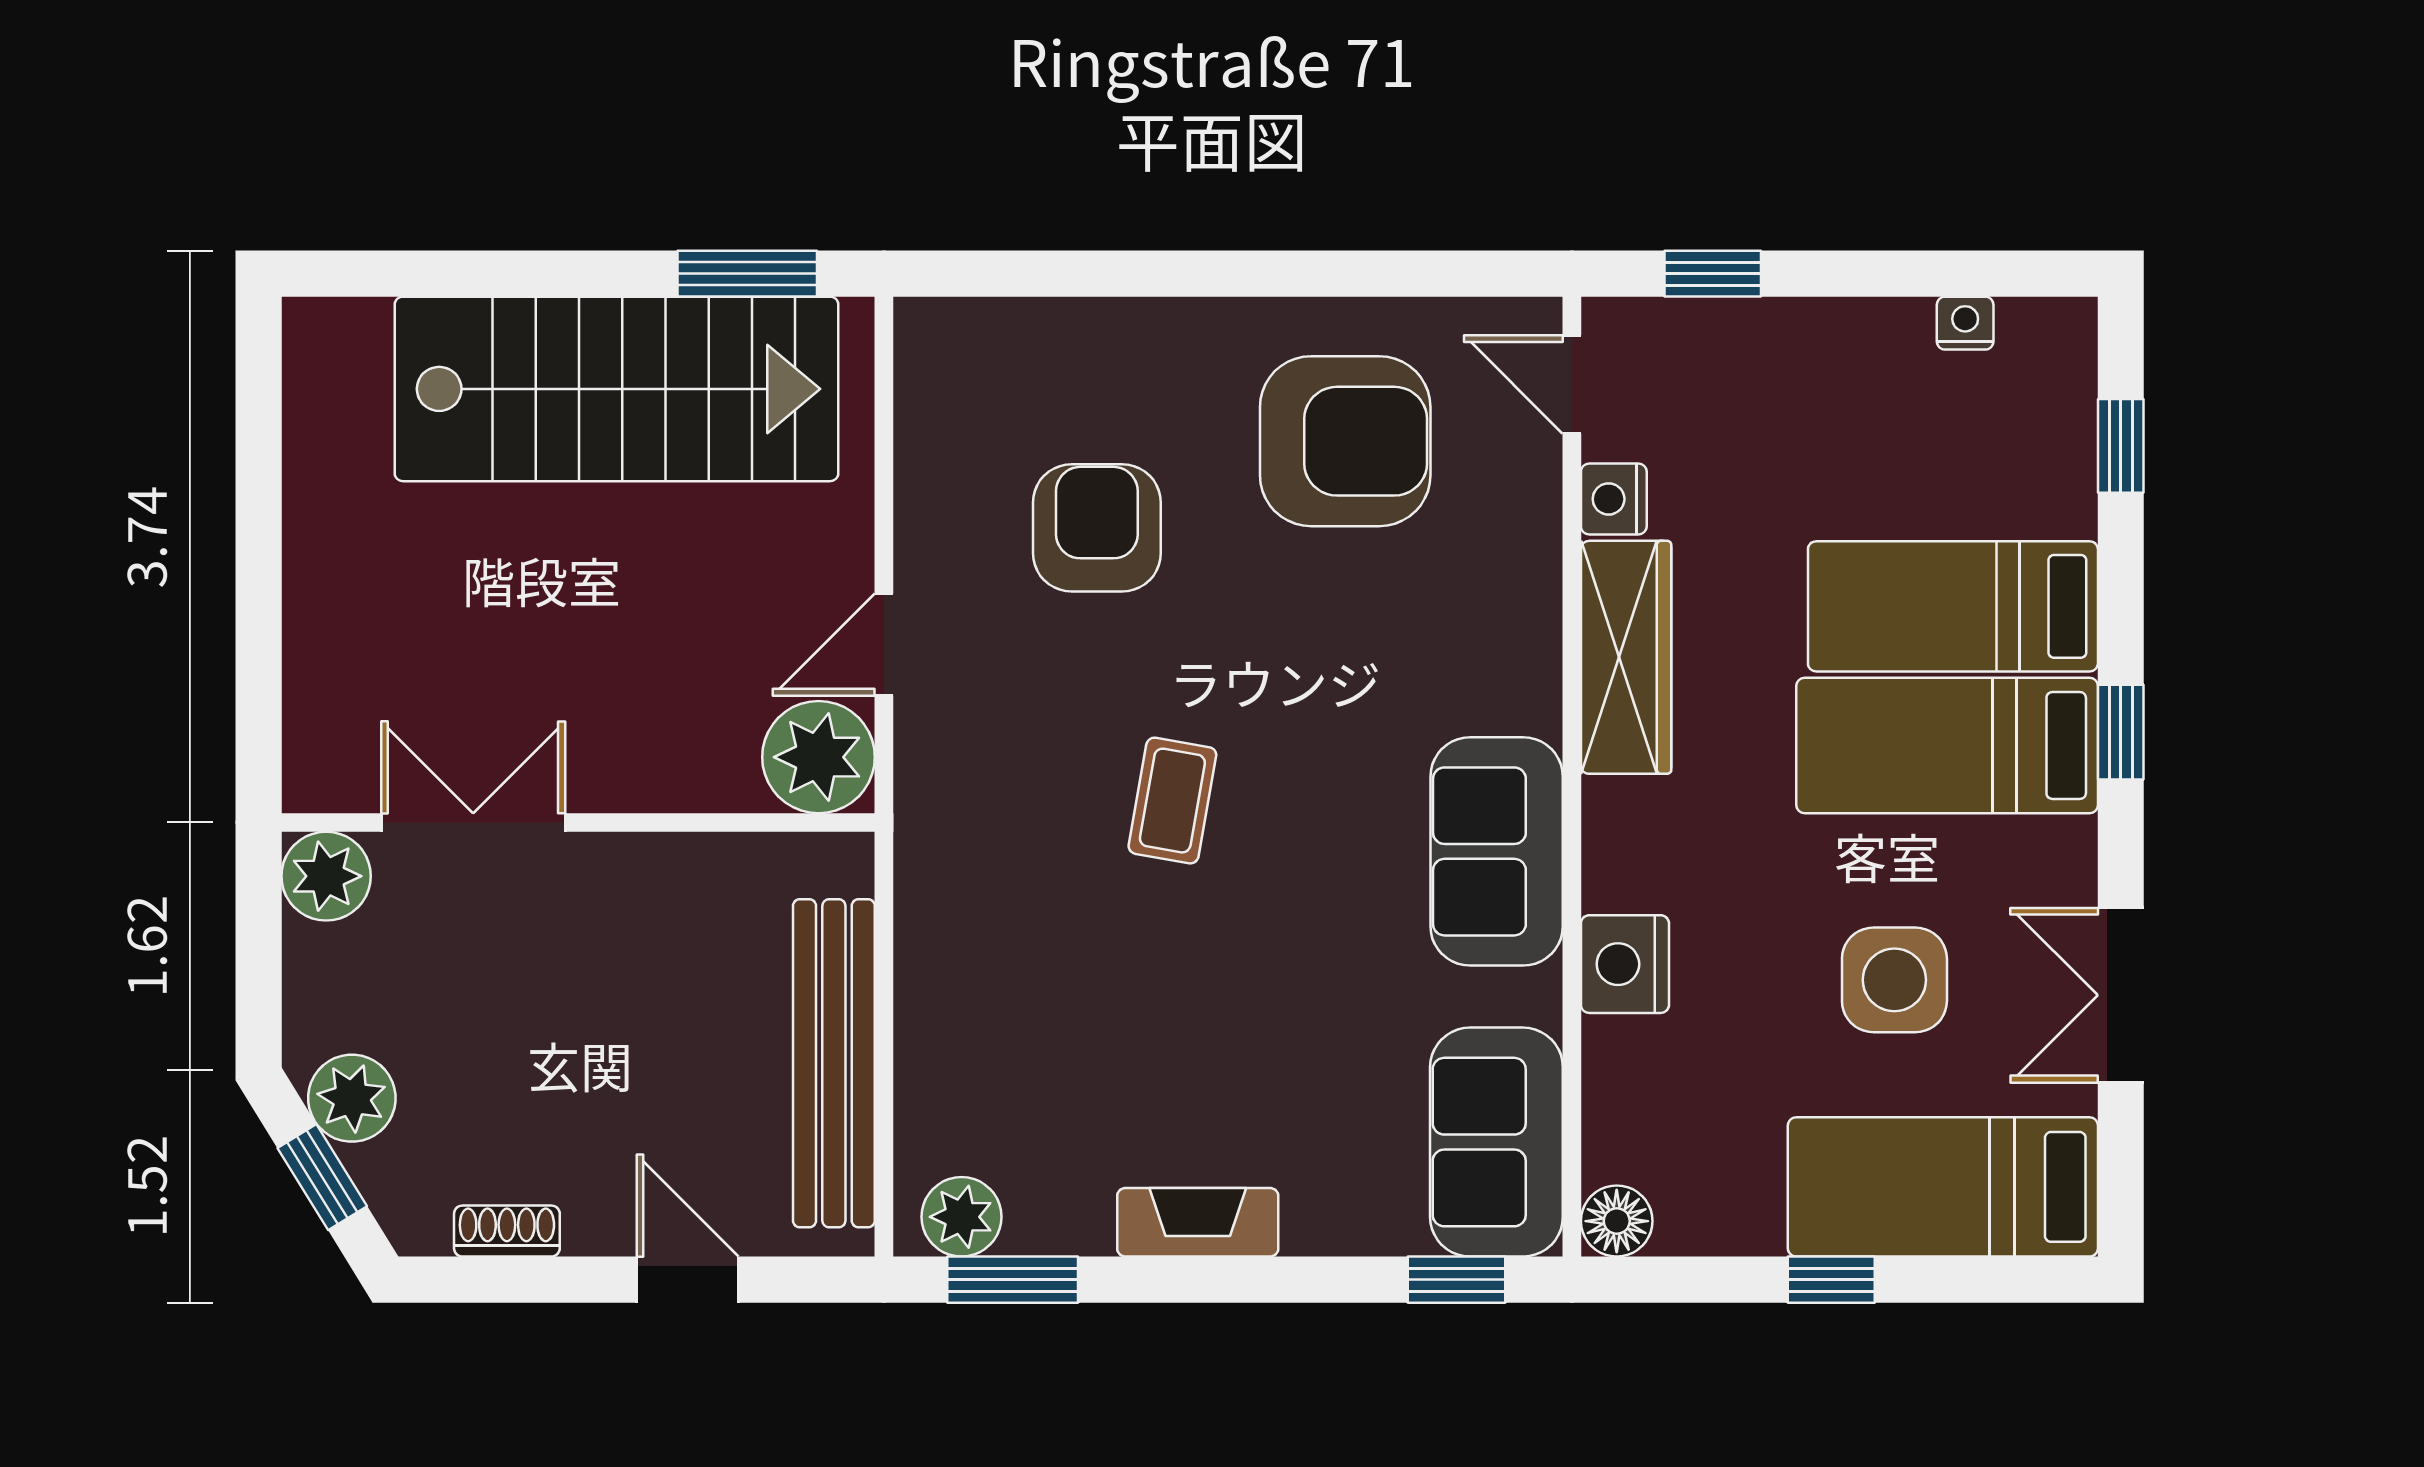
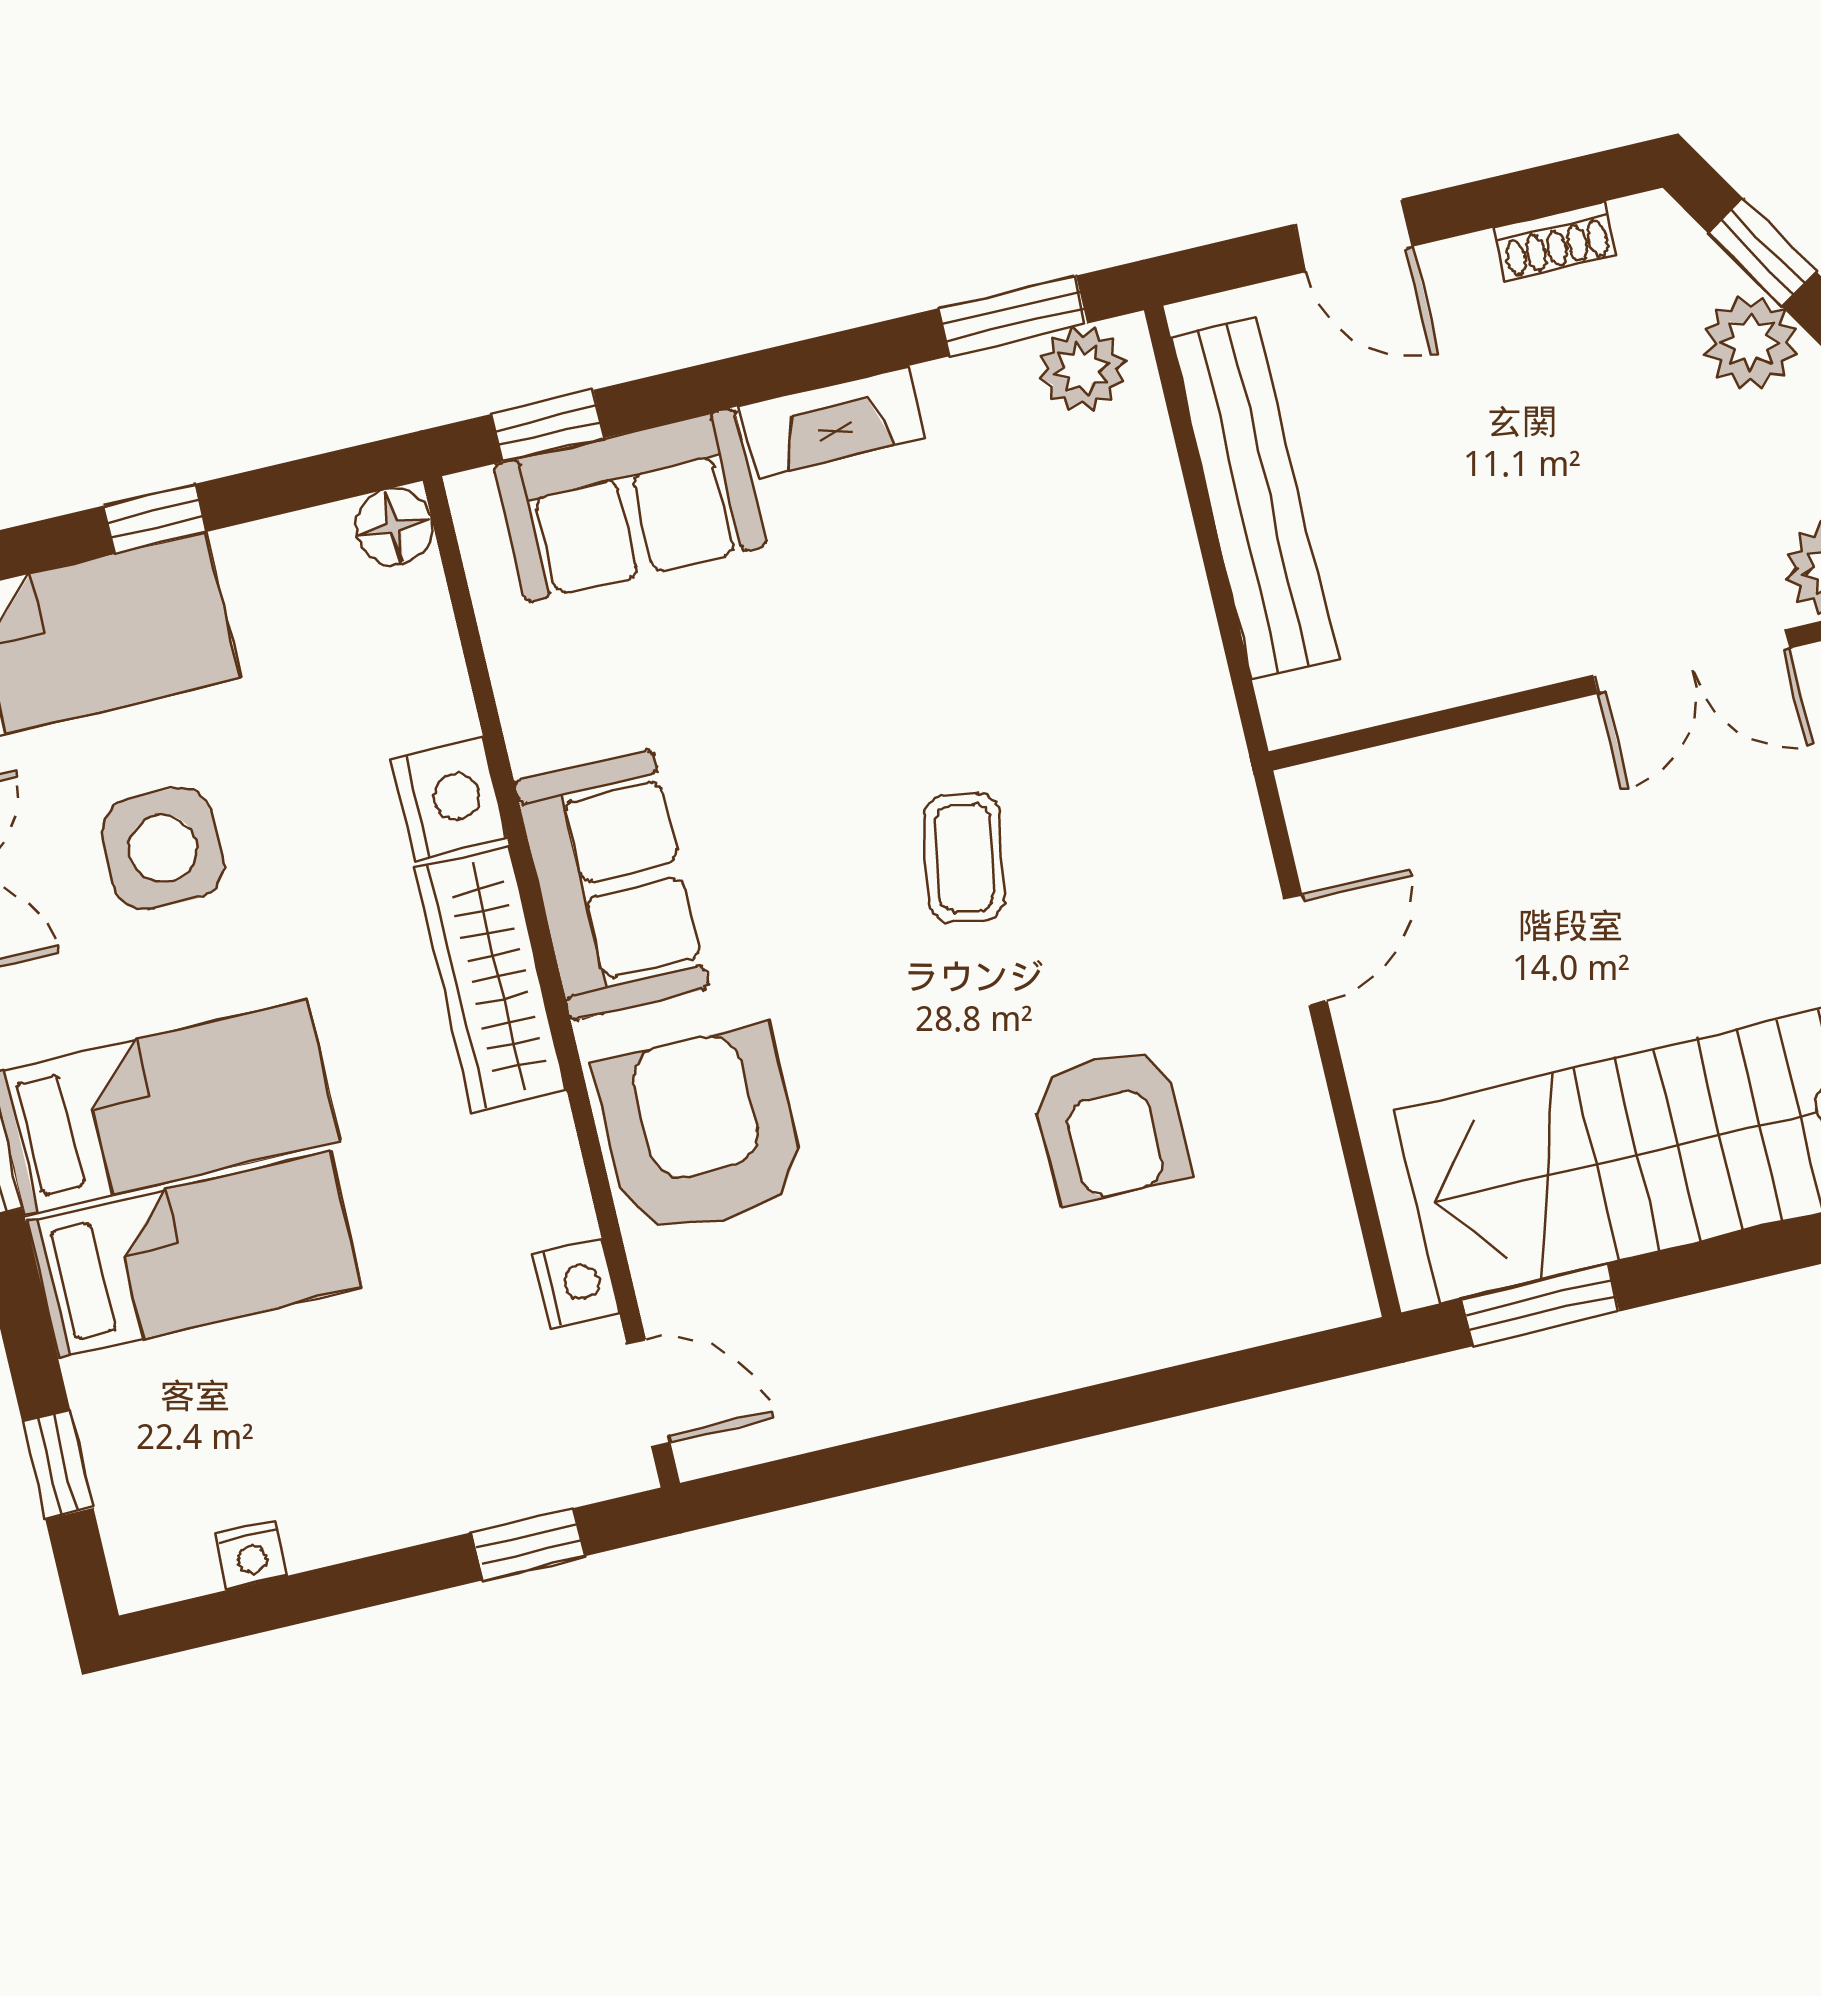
armchair: (1345, 441) -> (701, 1131), moved, turned 90
wardrobe: (1626, 657) -> (490, 979), moved
plant: (819, 757) -> (1346, 816), removed
sofa: (1496, 1142) -> (630, 505), moved, turned 90

